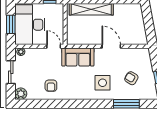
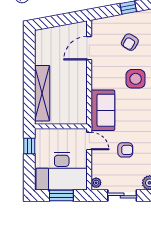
door: (54, 46) -> (89, 141), swing flipped
door: (111, 46) -> (89, 48), moved
armchair: (51, 86) -> (125, 150), moved

